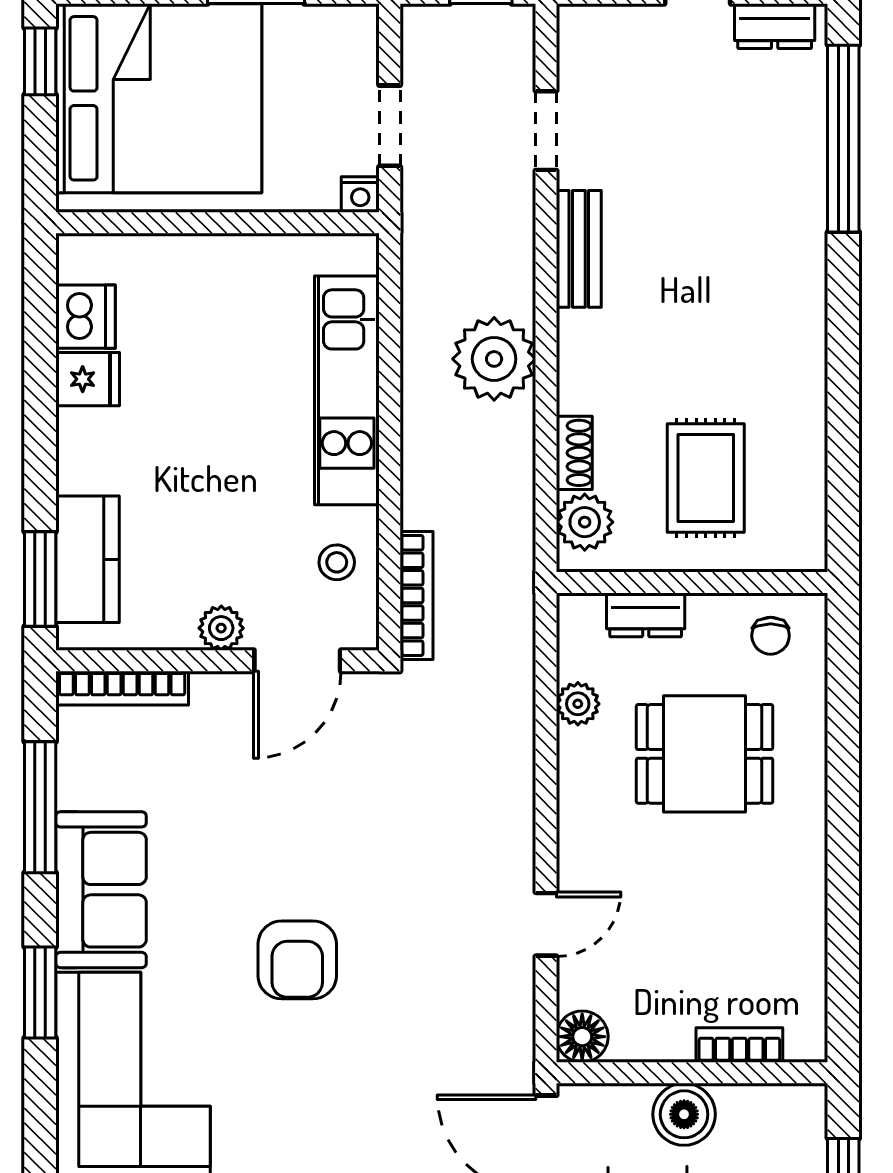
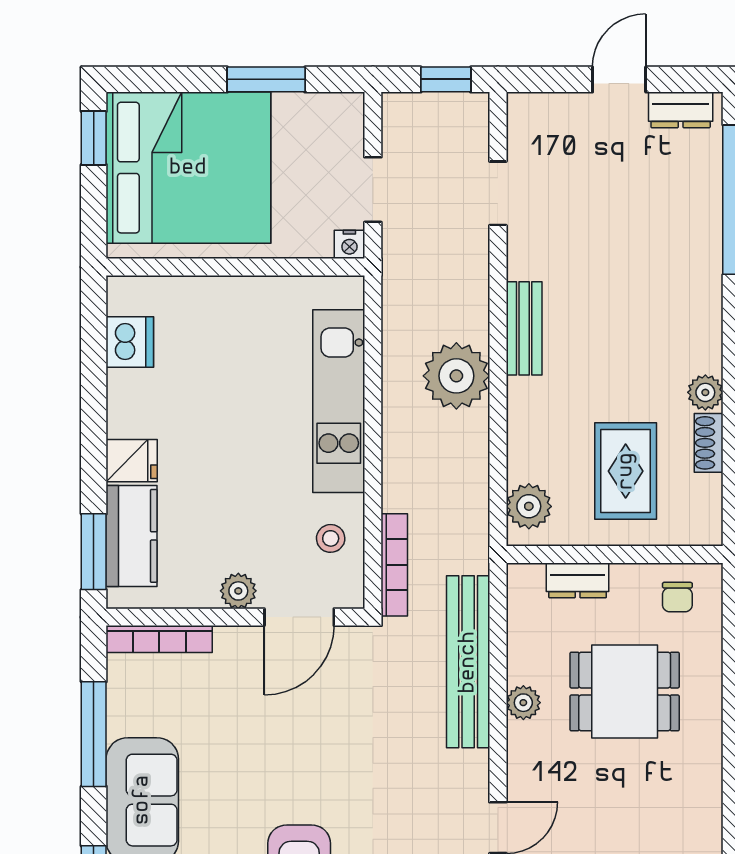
bench: (579, 249) -> (524, 328), moved
fridge: (88, 379) -> (132, 461), moved
plant: (806, 380) -> (705, 392), added
shoe rack: (574, 453) -> (709, 443), moved, turned 180
plant: (578, 704) -> (523, 703), moved
bench: (509, 717) -> (468, 662), added

